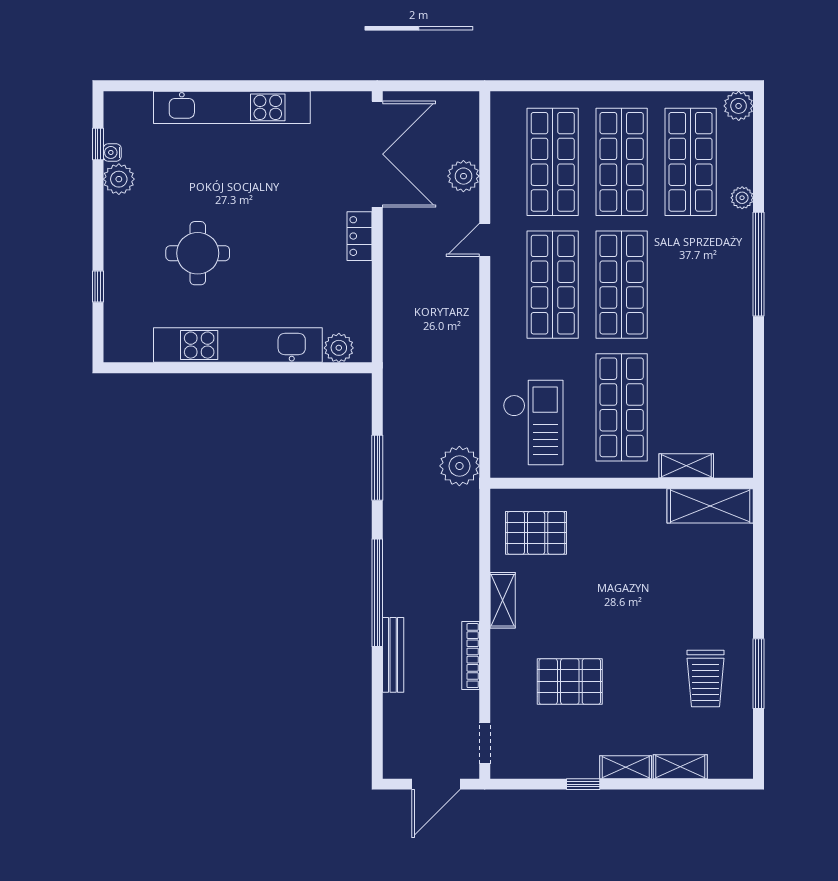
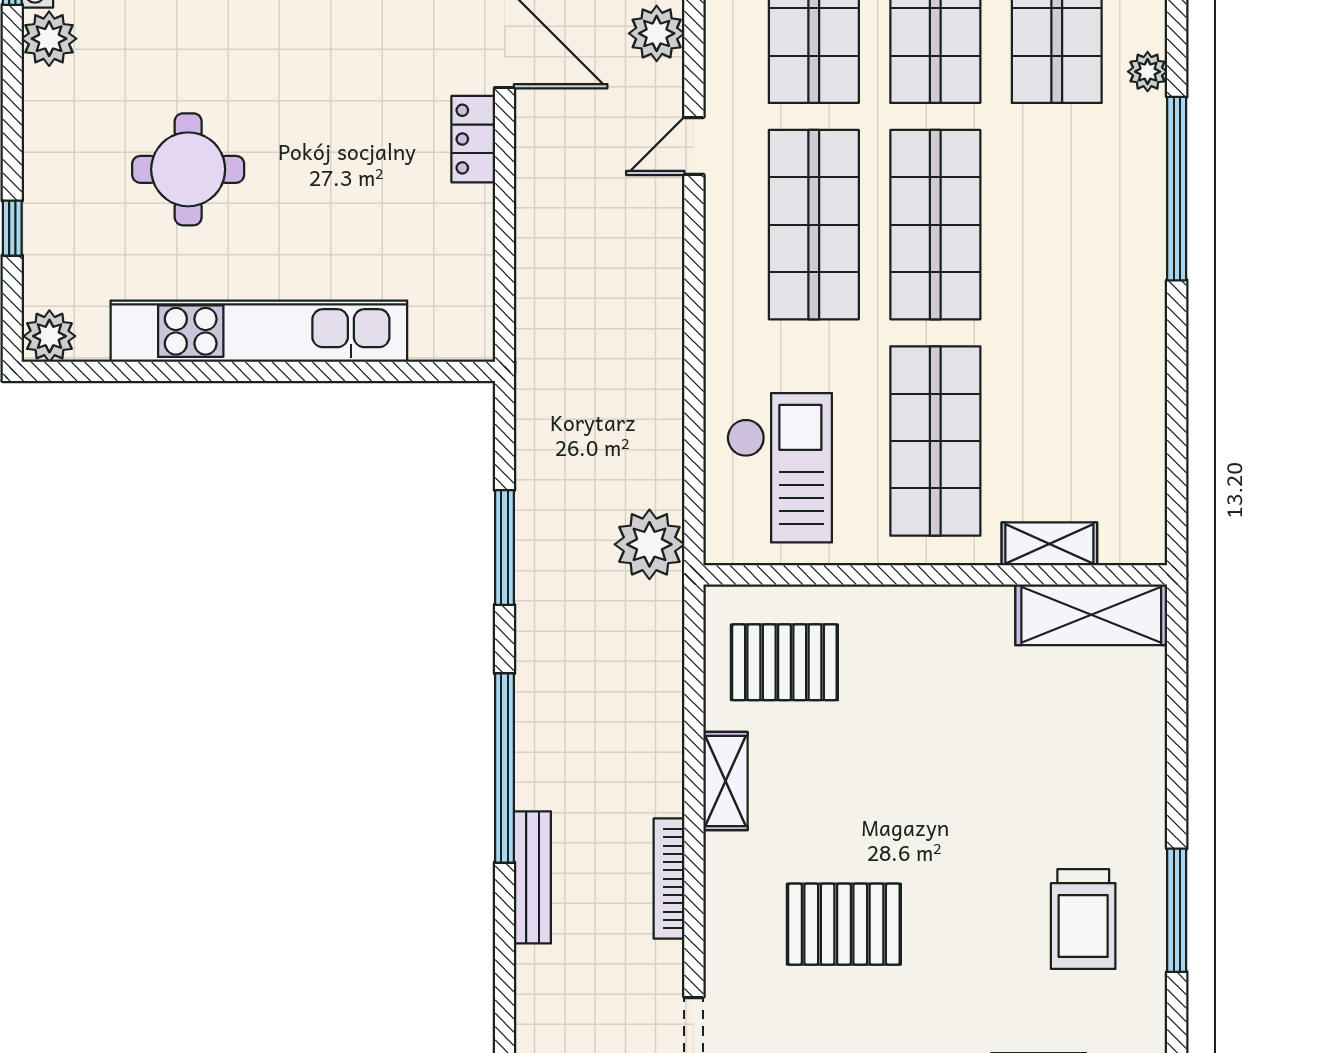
plant: (339, 348) -> (49, 336), moved

